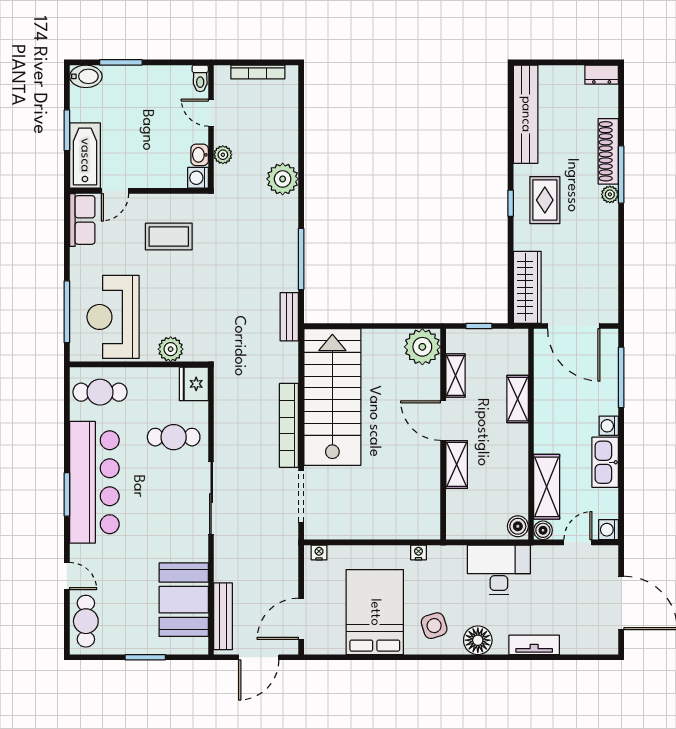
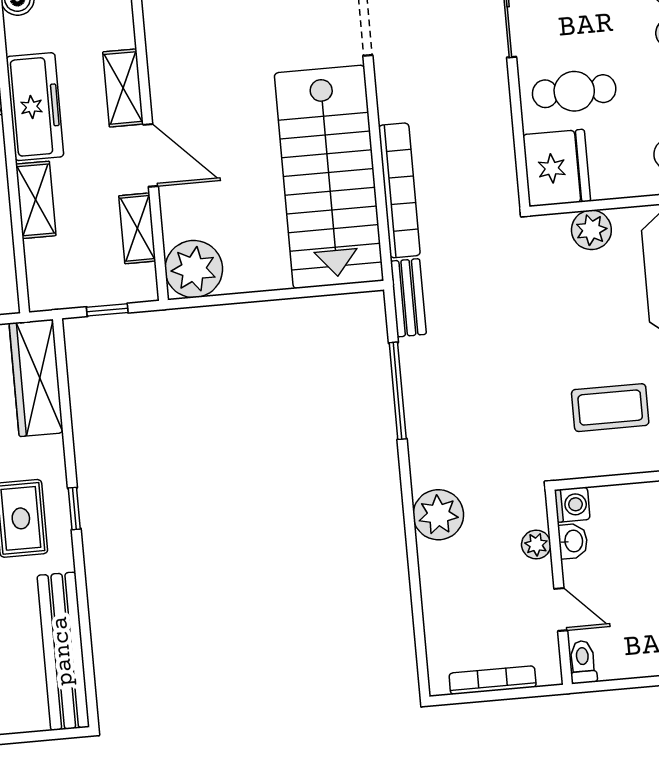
fridge: (194, 384) -> (557, 168), width x1.36, depth x1.34
bookcase: (289, 425) -> (399, 190), moved
freezer: (513, 458) -> (35, 107), added

